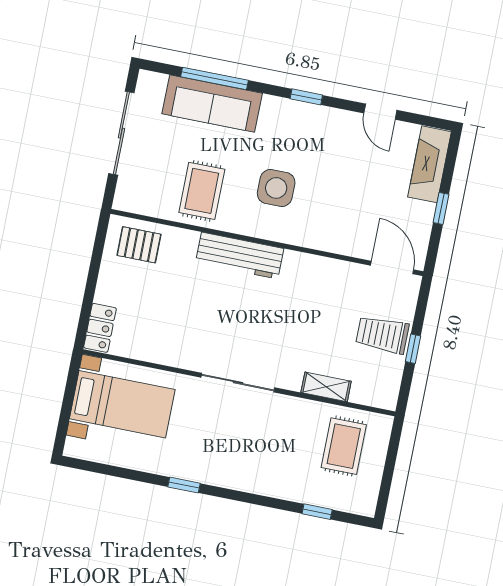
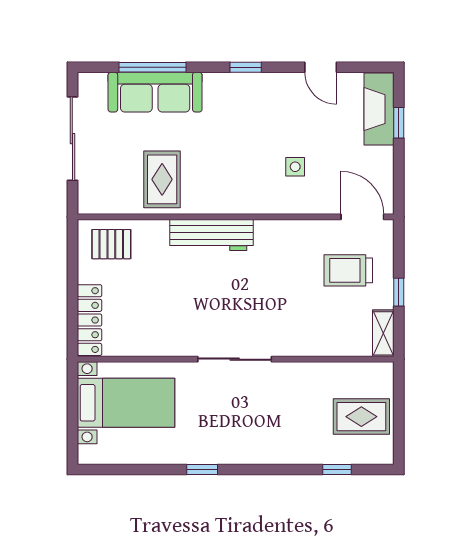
side table: (276, 188) -> (295, 167), moved, width x0.54, depth x0.54
window: (441, 208) -> (399, 123), moved
locker: (100, 328) -> (90, 320), width x1.53
trolley: (382, 335) -> (348, 270), moved
shelving: (326, 387) -> (383, 333), moved, turned 90
rug: (344, 446) -> (361, 417), moved, turned 90

